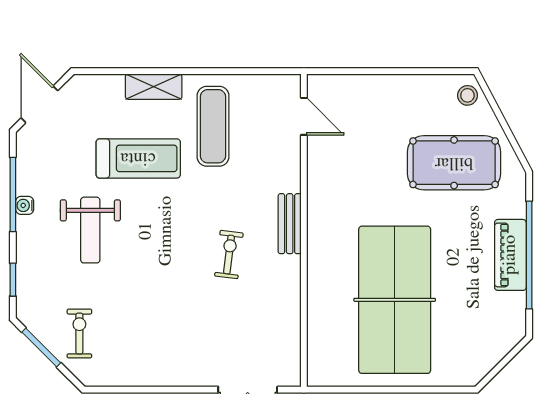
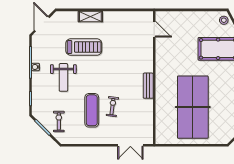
exercise mat: (213, 126) -> (92, 110), moved
bench: (290, 224) -> (148, 86), moved
exercise bike: (229, 255) -> (112, 107), moved

